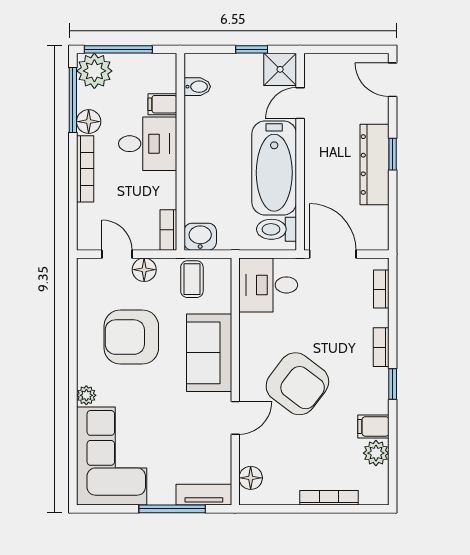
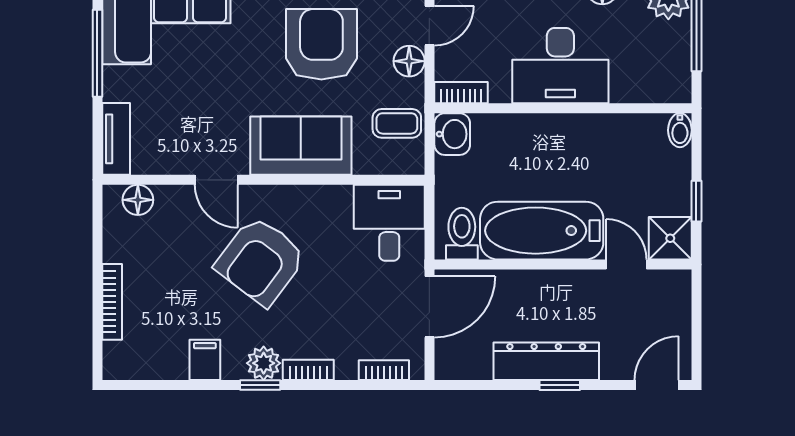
bidet: (197, 87) -> (680, 130), moved
filing cabinet: (162, 104) -> (625, 85), removed
desk: (148, 144) -> (560, 66), width x1.37
plant: (376, 453) -> (264, 363), moved
window: (172, 509) -> (97, 53), moved

